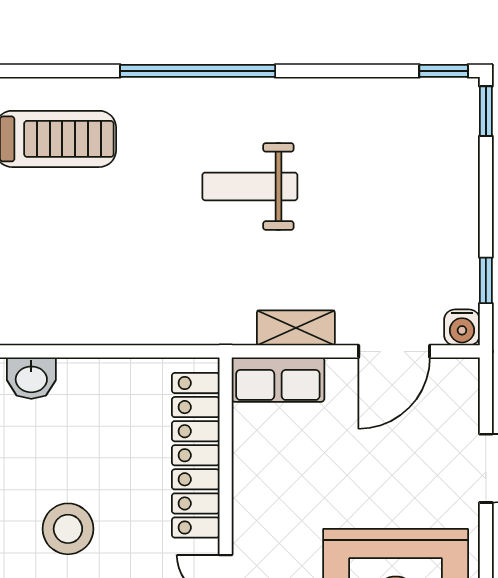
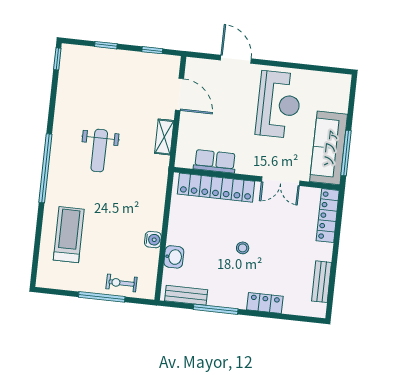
window: (486, 111) -> (106, 45), moved
water cooler: (462, 327) -> (153, 240), moved
row of seats: (278, 380) -> (215, 161), moved, turned -90
stool: (68, 529) -> (243, 248), width x0.53, depth x0.53

